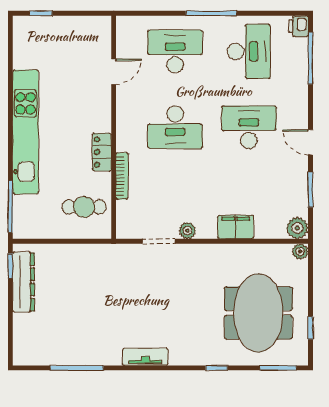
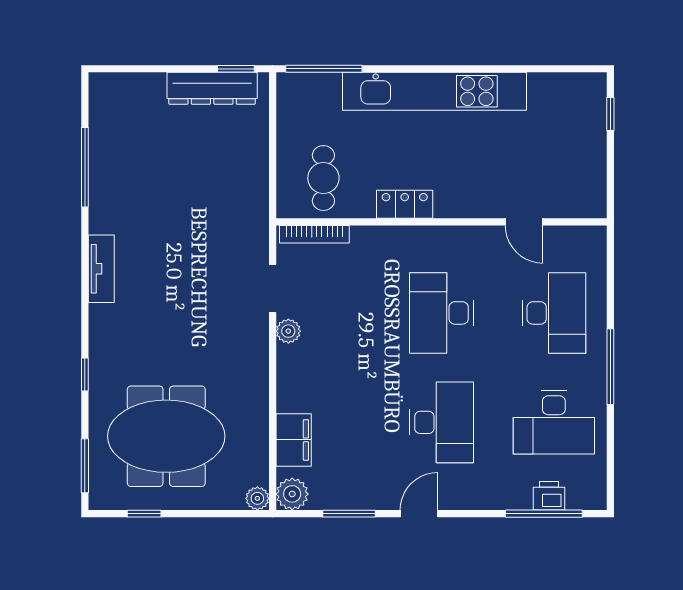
printer: (298, 26) -> (549, 496), moved
bookcase: (122, 176) -> (314, 234), moved
filing cabinet: (236, 227) -> (294, 440), moved

